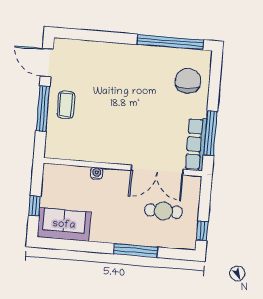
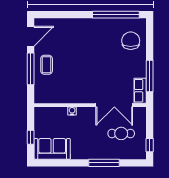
door: (47, 63) -> (31, 36), swing flipped
row of seats: (196, 144) -> (140, 91), width x0.68

